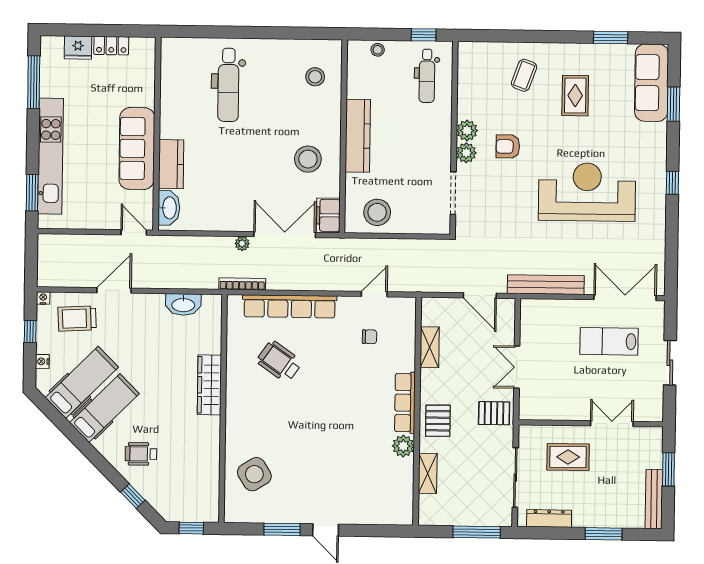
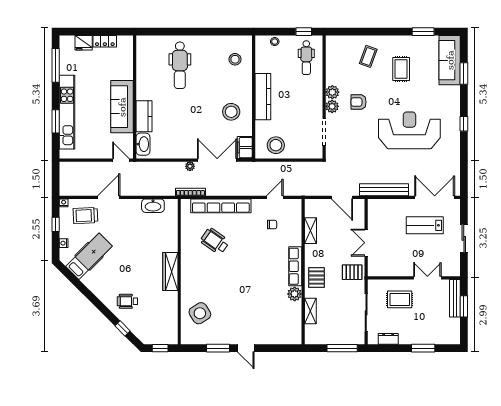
window: (32, 193) -> (56, 121), moved
wardrobe: (209, 385) -> (170, 272), moved
hospital bed: (104, 408) -> (104, 272), removed
bench: (654, 499) -> (455, 298), moved
dresser: (549, 519) -> (388, 339), width x0.70

